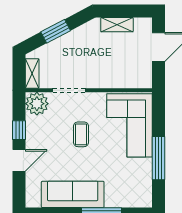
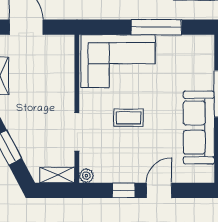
plant: (37, 104) -> (86, 176), width x0.53, depth x0.53
door: (19, 160) -> (159, 190), hinge flipped

